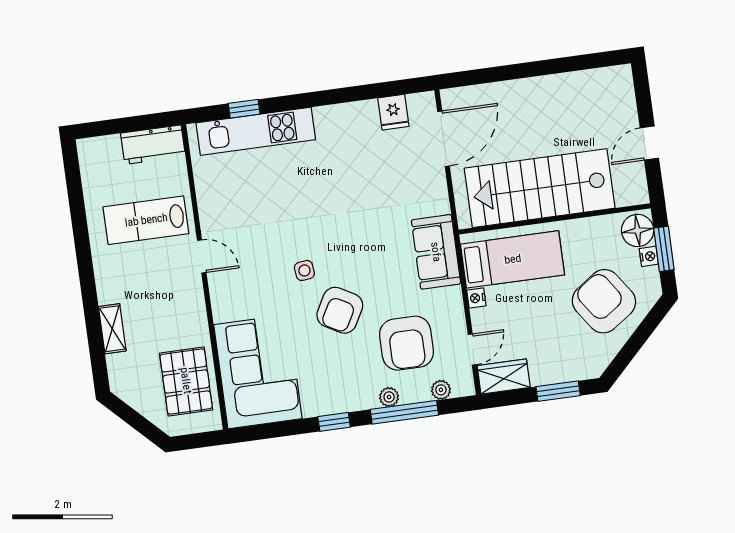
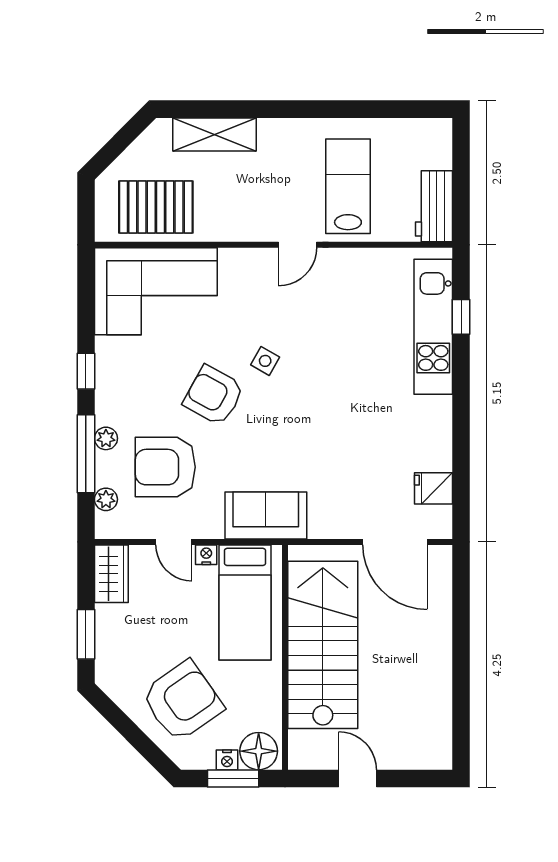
side table: (304, 270) -> (265, 361), turned 36
shelving: (112, 329) -> (214, 134), width x1.50, depth x1.33
door: (472, 350) -> (174, 542), moved

